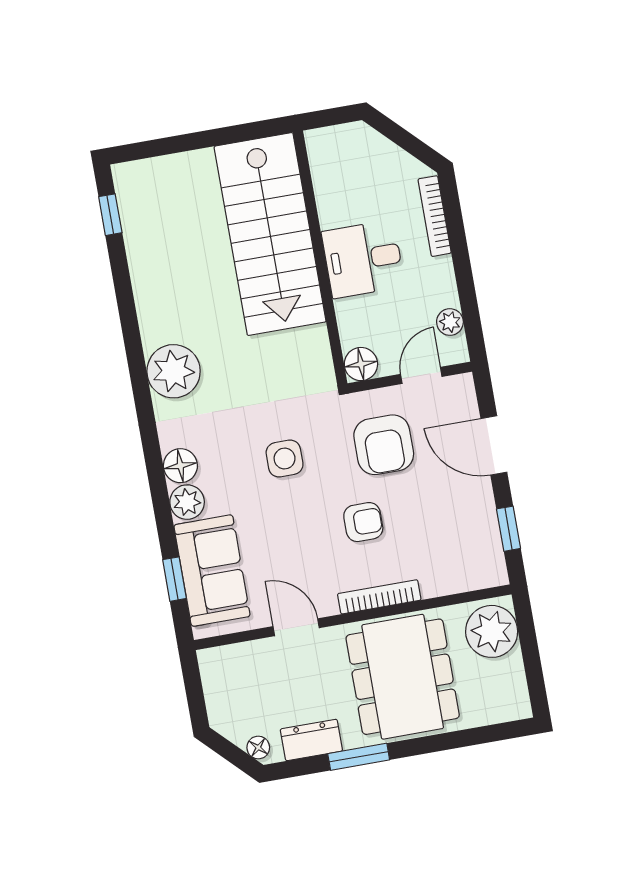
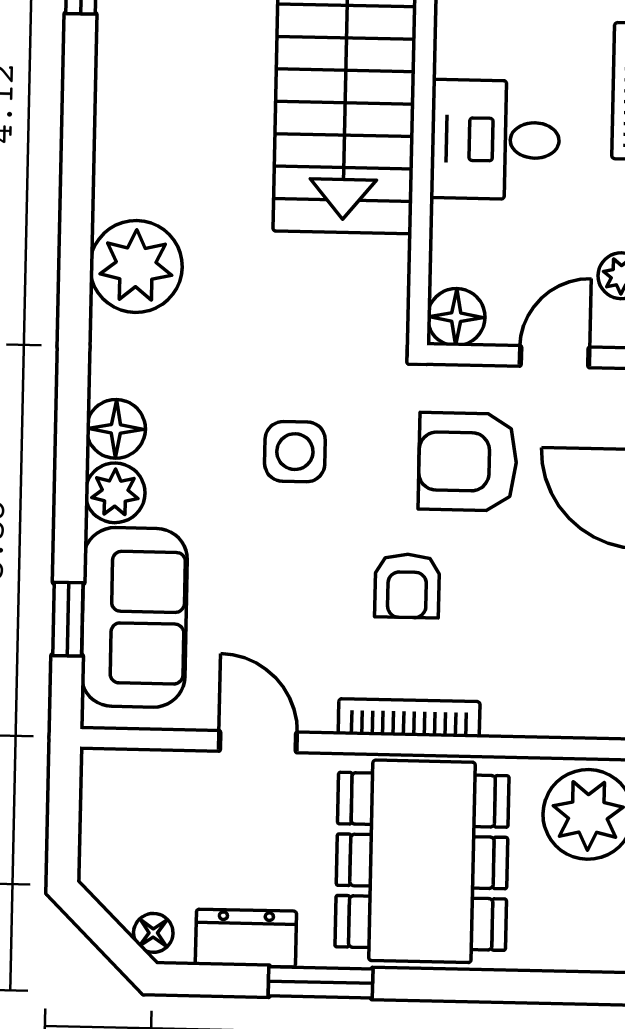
armchair: (384, 445) -> (468, 462), turned 90
armchair: (363, 522) -> (407, 586), turned 90

